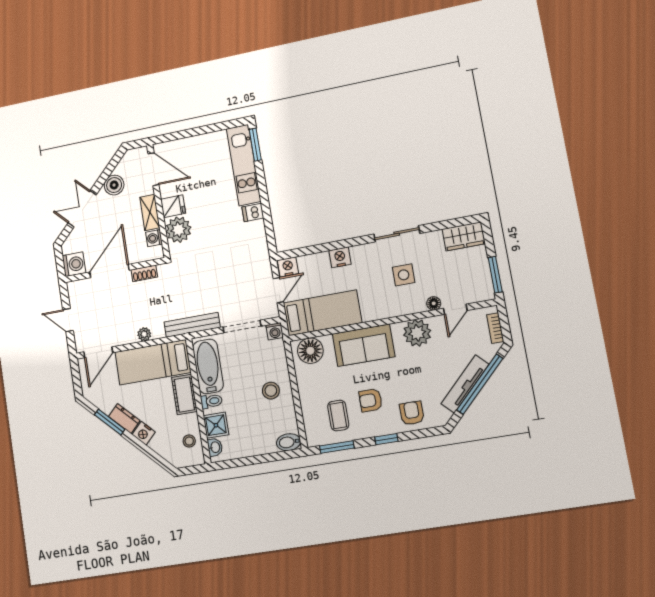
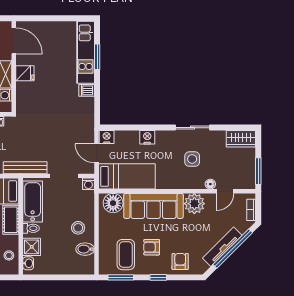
window: (255, 145) -> (97, 57), moved
plant: (178, 230) -> (26, 92), removed
door: (278, 290) -> (96, 153), swing flipped
sofa: (364, 345) -> (153, 206), width x1.36
coffee table: (338, 415) -> (126, 255), width x1.36, depth x1.30
bidet: (289, 442) -> (85, 249), moved

